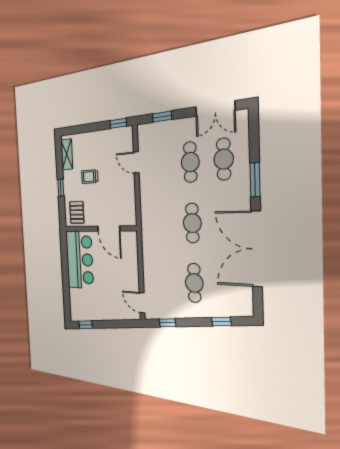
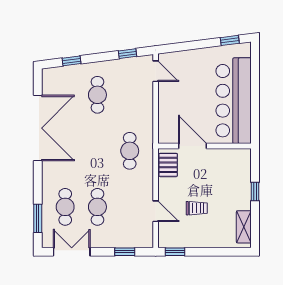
trolley: (90, 177) -> (197, 208), moved
window: (255, 180) -> (38, 218), moved
pallet: (77, 212) -> (168, 165), moved
cafe table: (192, 223) -> (130, 151), moved
bar counter: (79, 260) -> (234, 101), width x1.36

